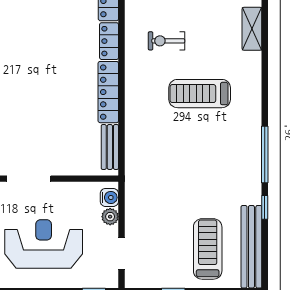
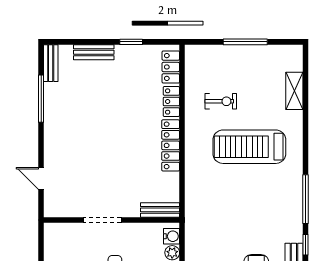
exercise bike: (166, 41) -> (221, 101), turned 180
treadmill: (200, 94) -> (249, 147), width x1.37, depth x1.37
bench: (110, 147) -> (160, 210), moved, turned 90

